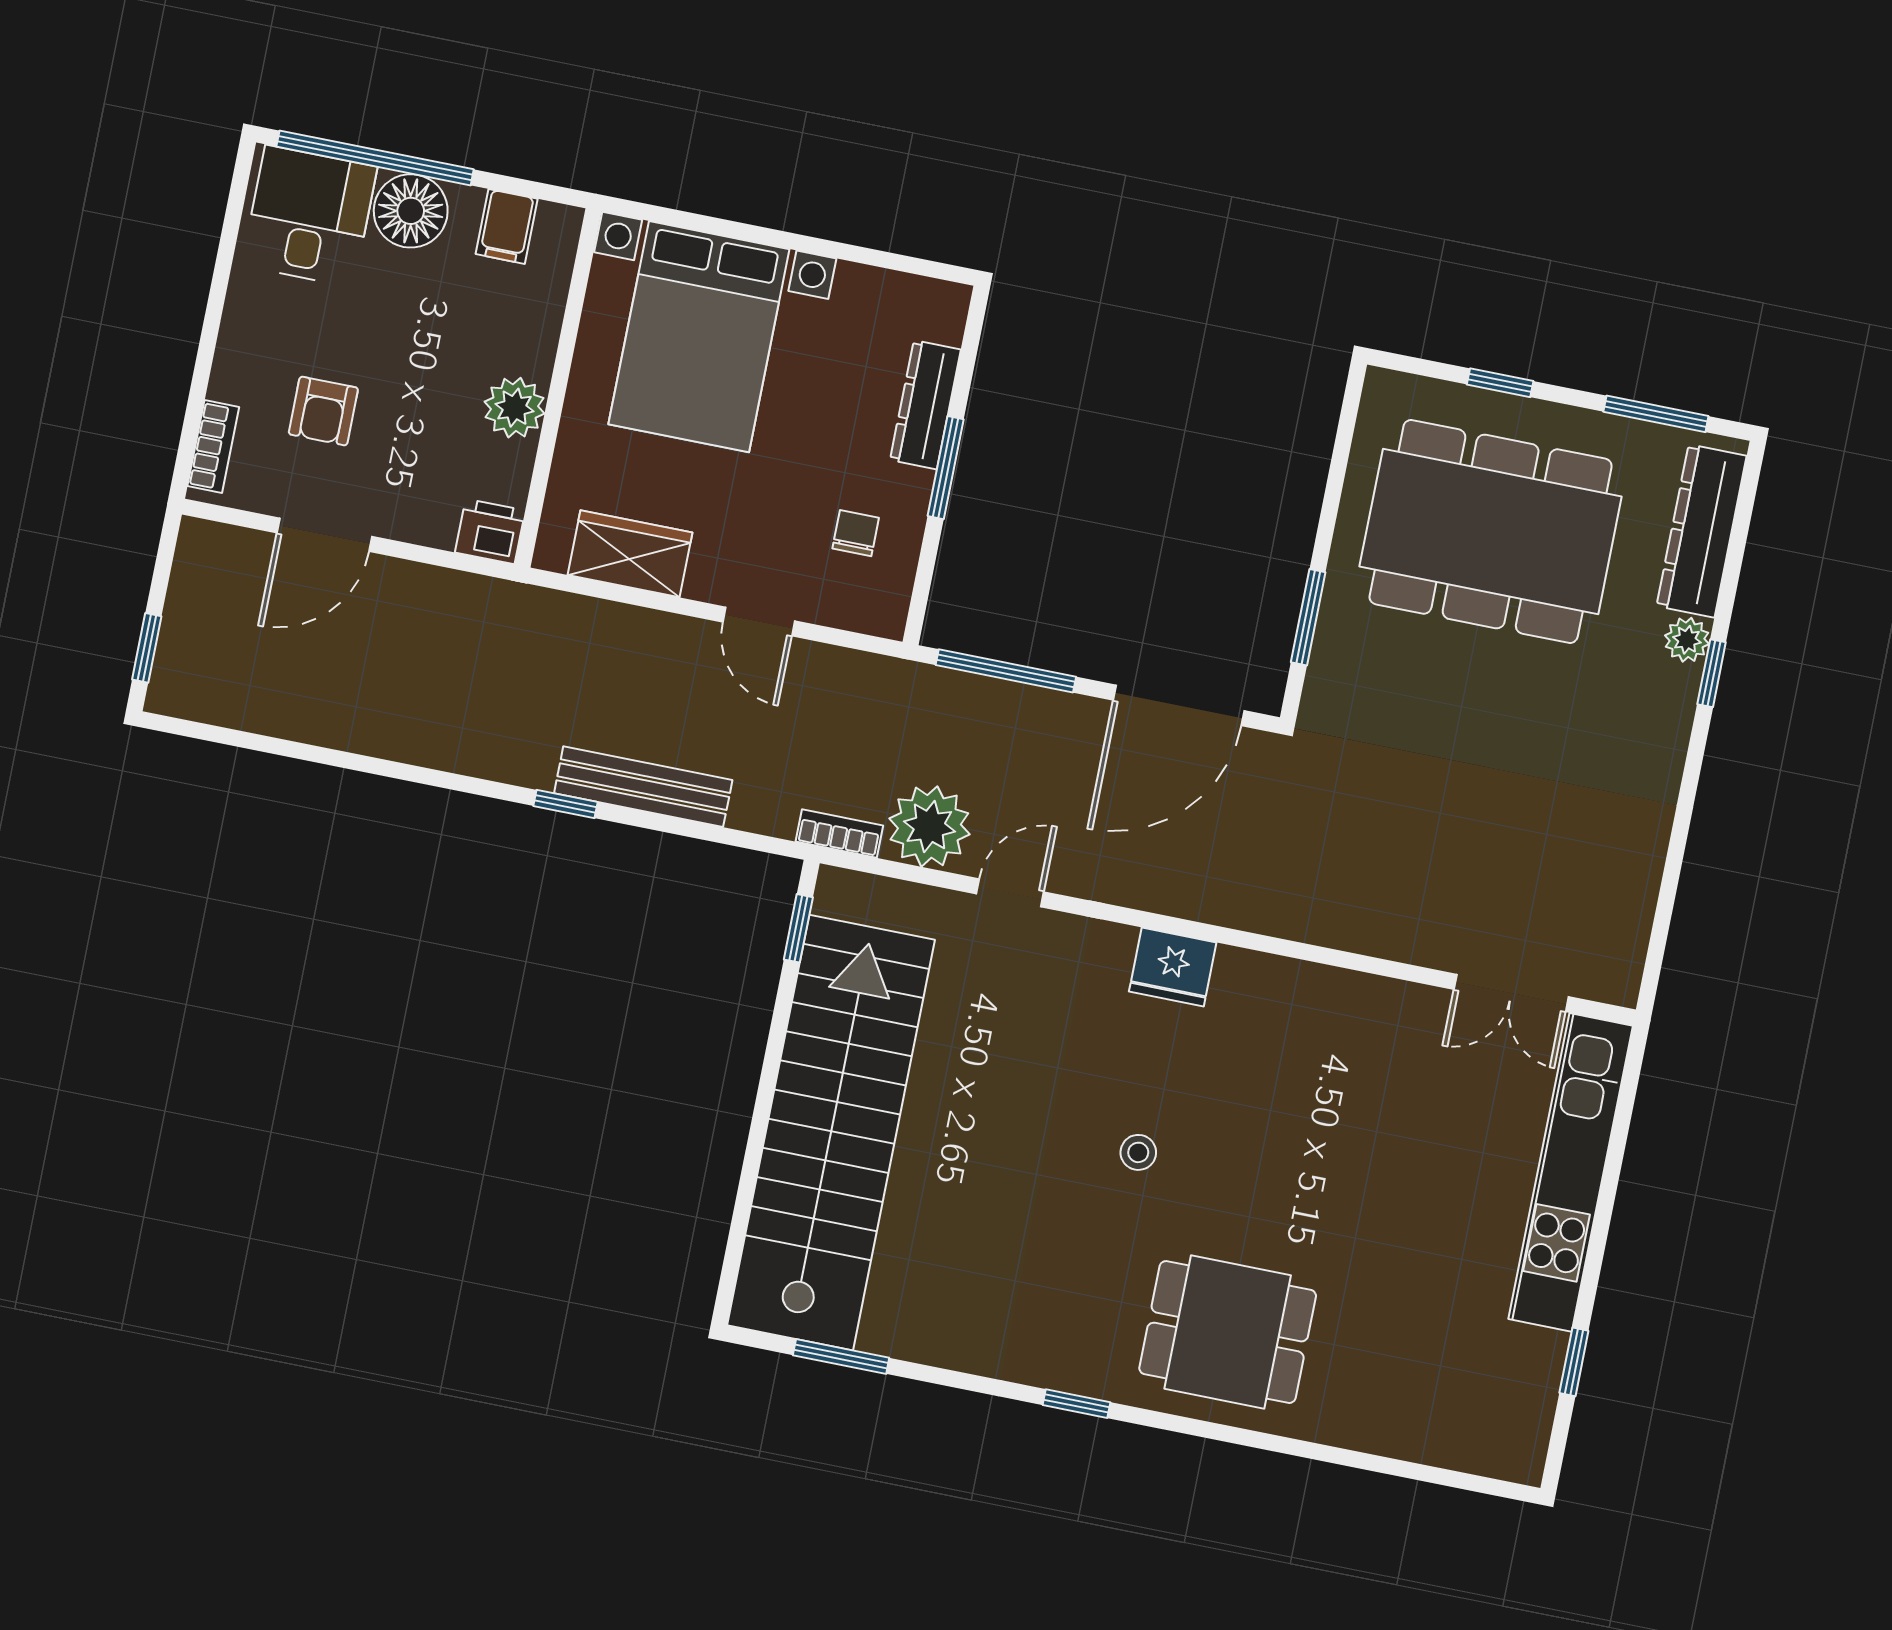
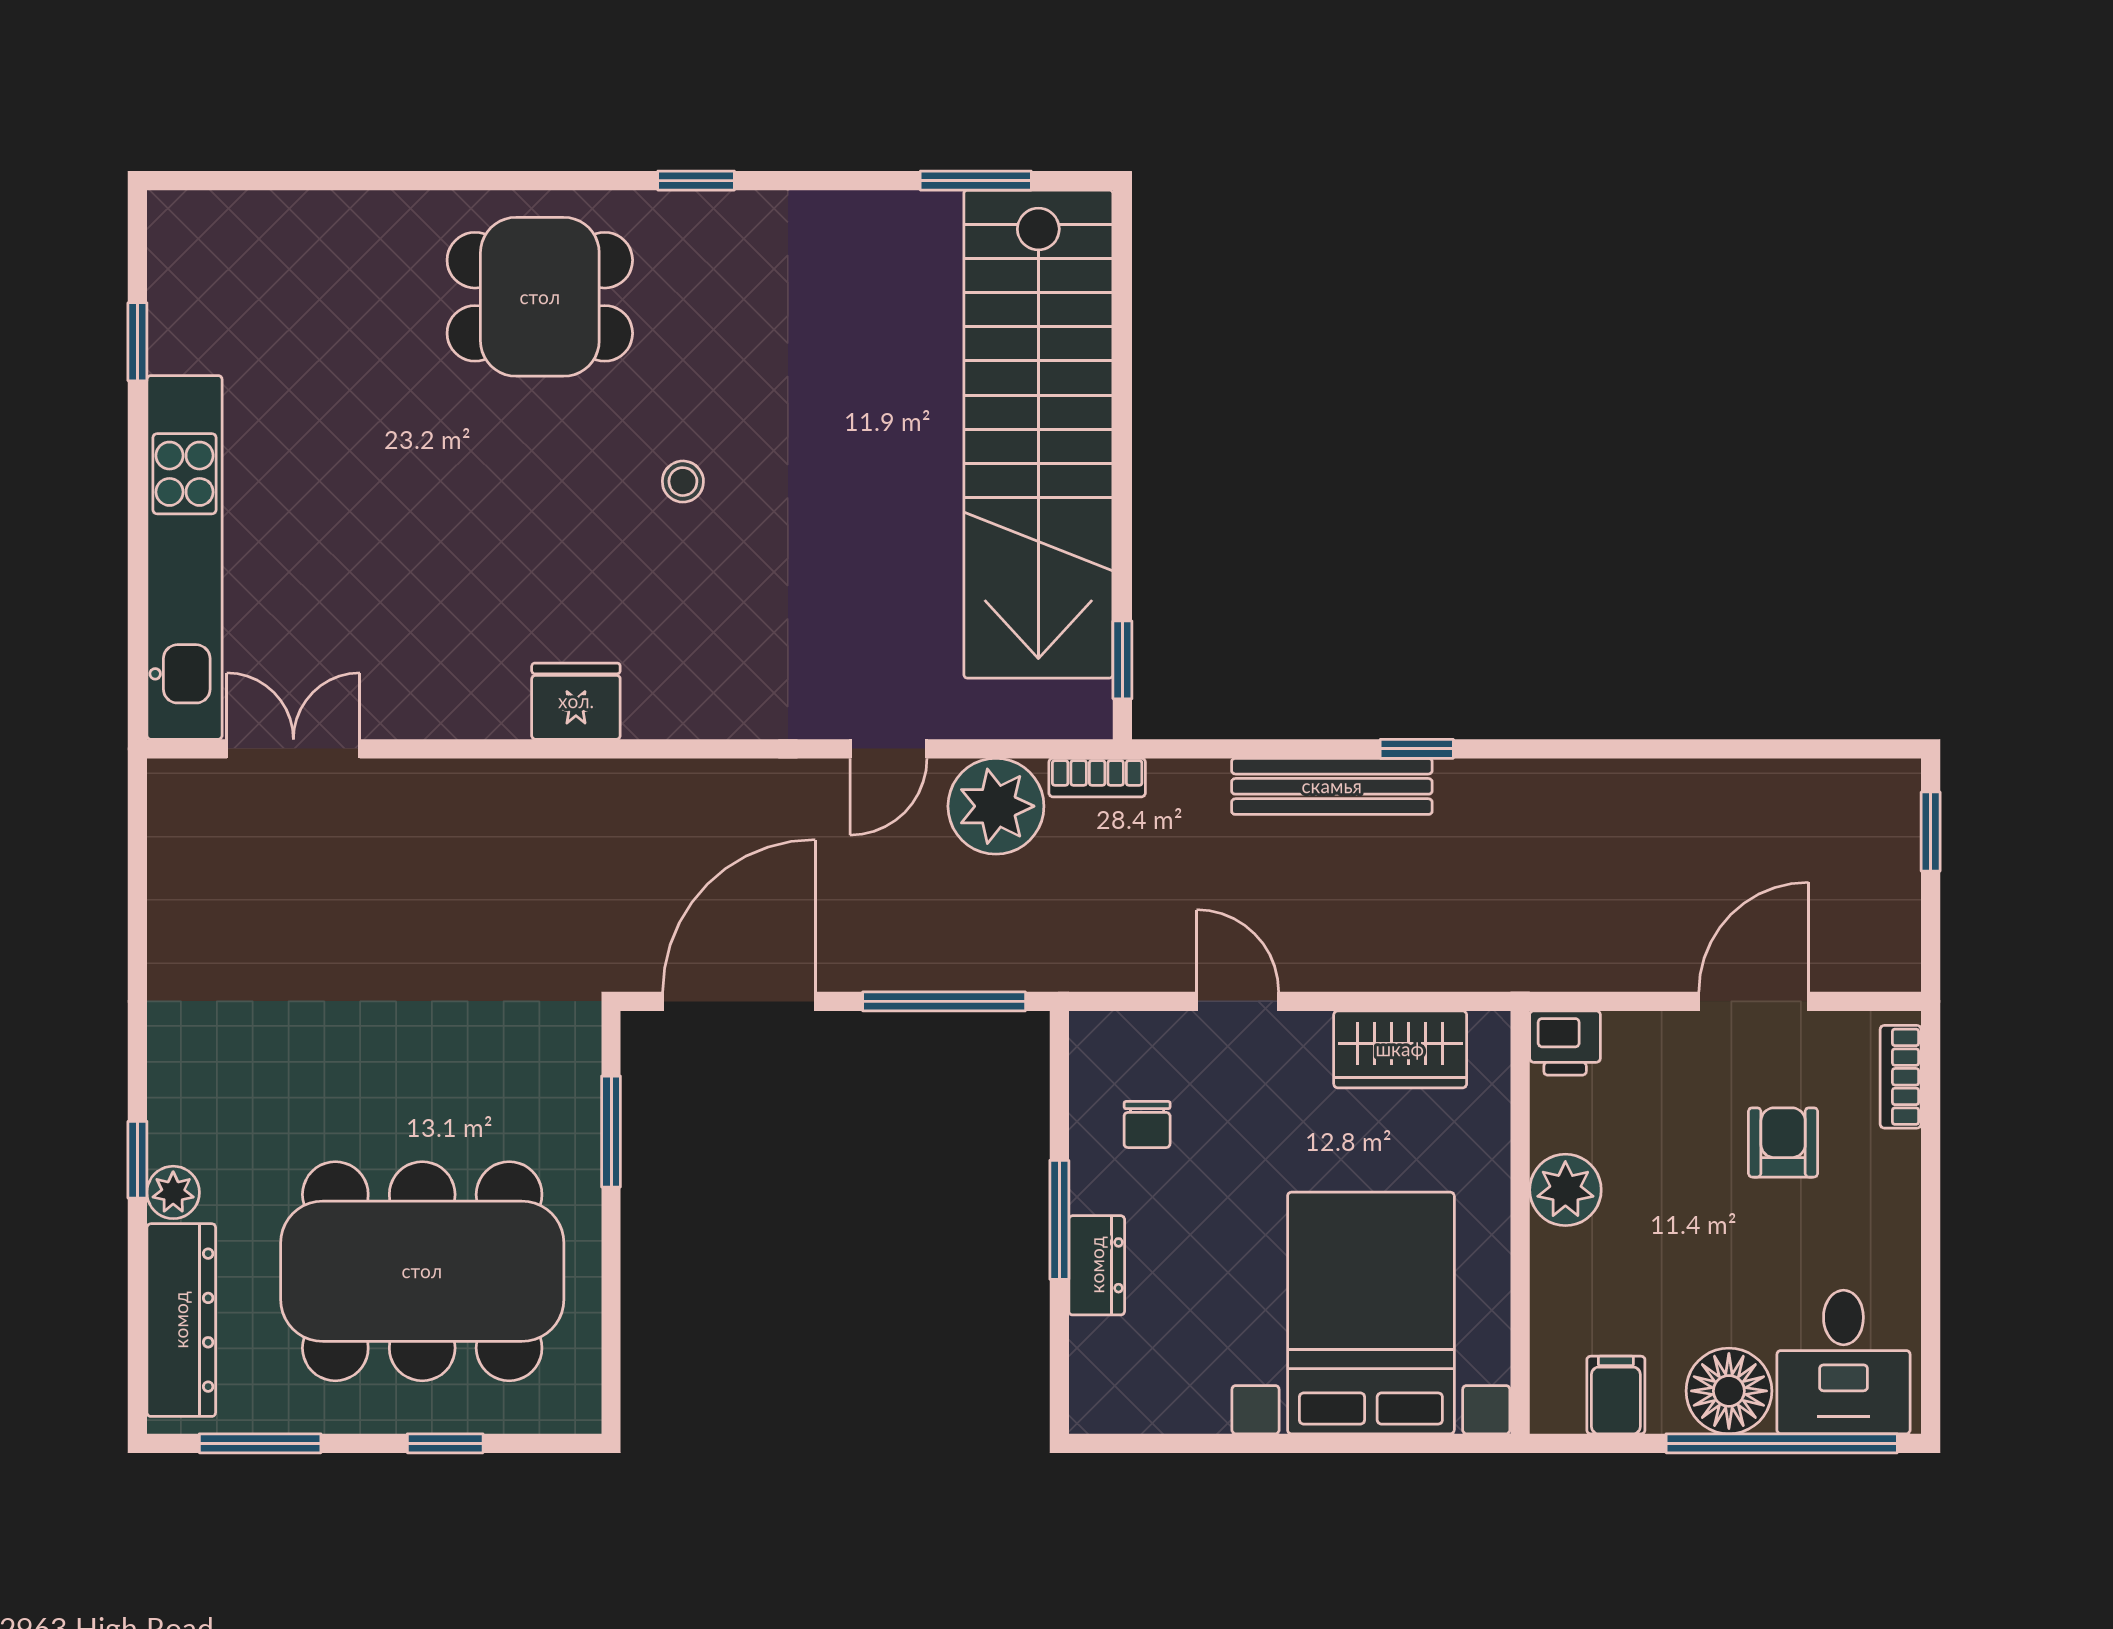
dresser: (925, 405) -> (1097, 1265), width x0.70
fridge: (1173, 967) -> (576, 701), moved

